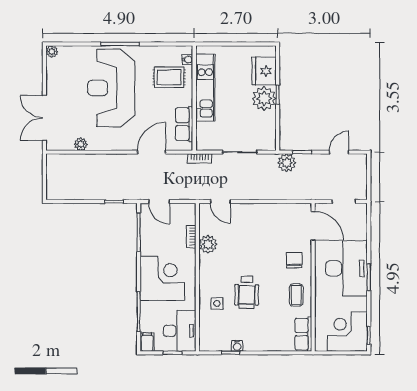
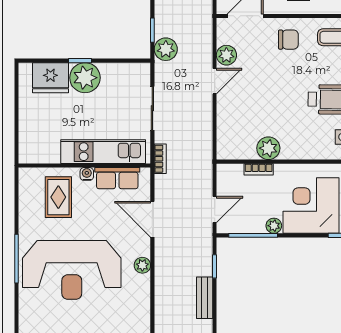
water cooler: (187, 60) -> (87, 174), moved
kitchen unit: (205, 88) -> (103, 152), moved
plant: (81, 144) -> (142, 265), moved
bench: (89, 194) -> (205, 298), added
door: (220, 202) -> (215, 81), moved
plant: (282, 211) -> (226, 55), added
plant: (146, 249) -> (274, 226), added
chair: (294, 260) -> (288, 40), turned 180

